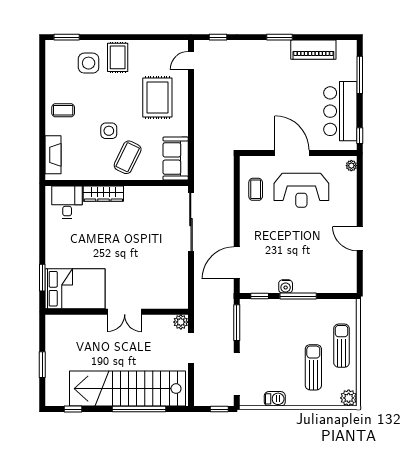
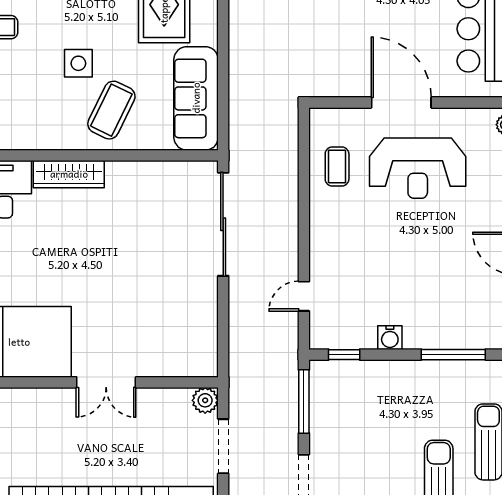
sofa: (176, 159) -> (196, 98), width x1.36
door: (237, 263) -> (304, 296), width x0.53
window: (298, 296) -> (453, 355), moved

